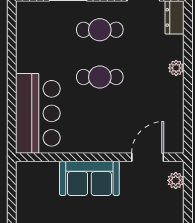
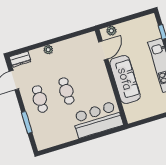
door: (148, 157) -> (103, 50), swing flipped
sofa: (89, 178) -> (125, 79), width x1.36

